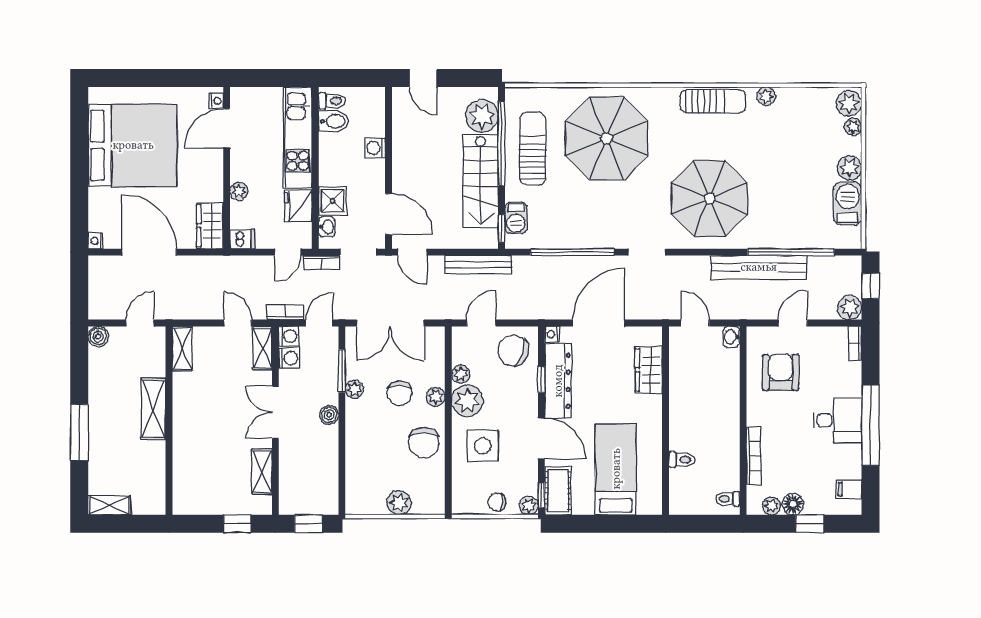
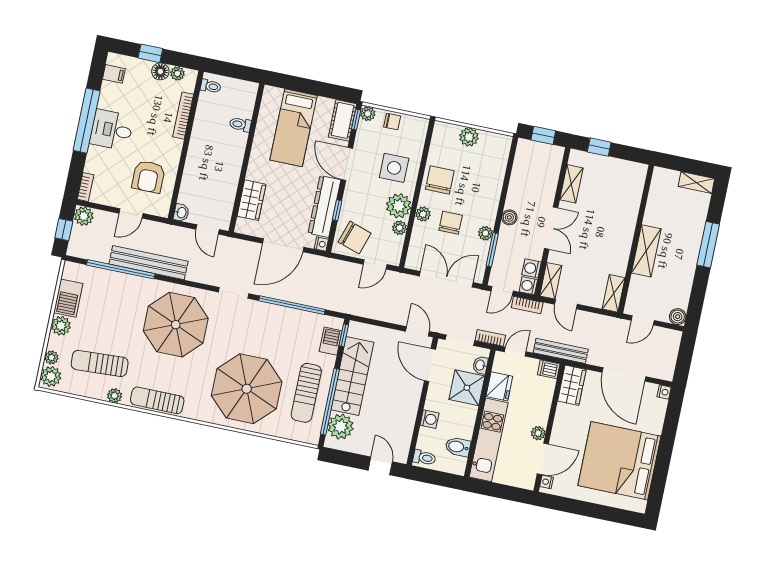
toilet: (332, 101) -> (424, 458), moved, turned 180
sun lounger: (793, 132) -> (100, 363), added
plant: (239, 191) -> (538, 433), moved
shower: (333, 201) -> (467, 388), width x1.36, depth x1.36
bench: (478, 265) -> (561, 351), moved

